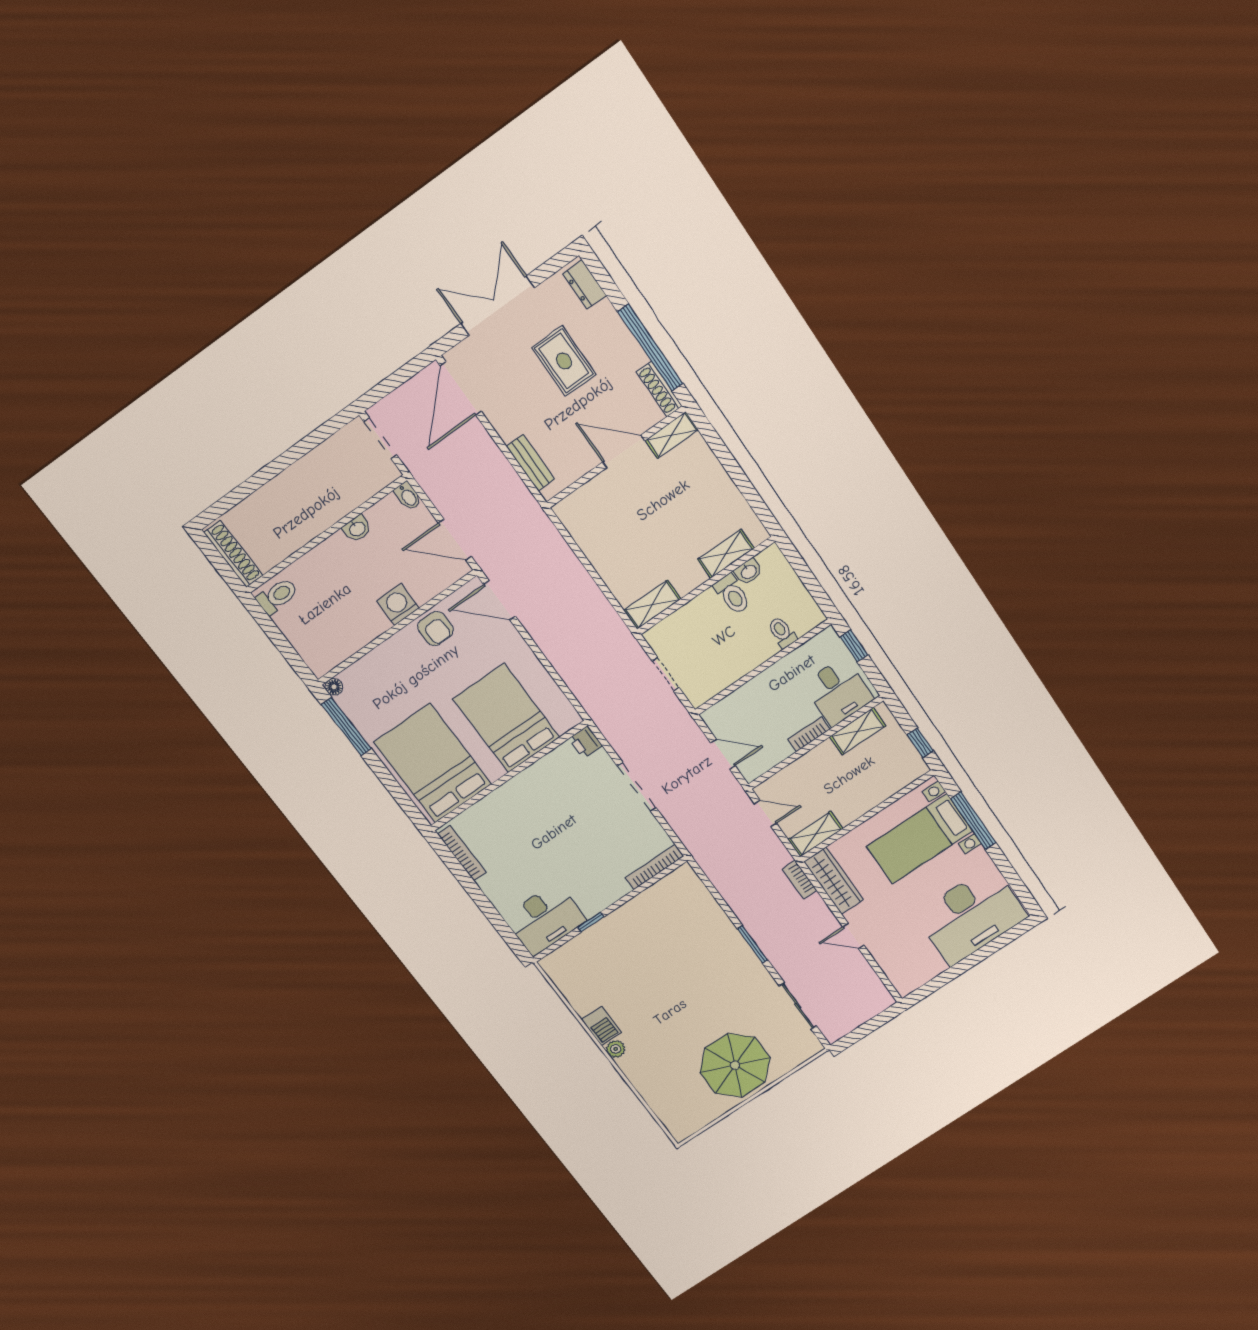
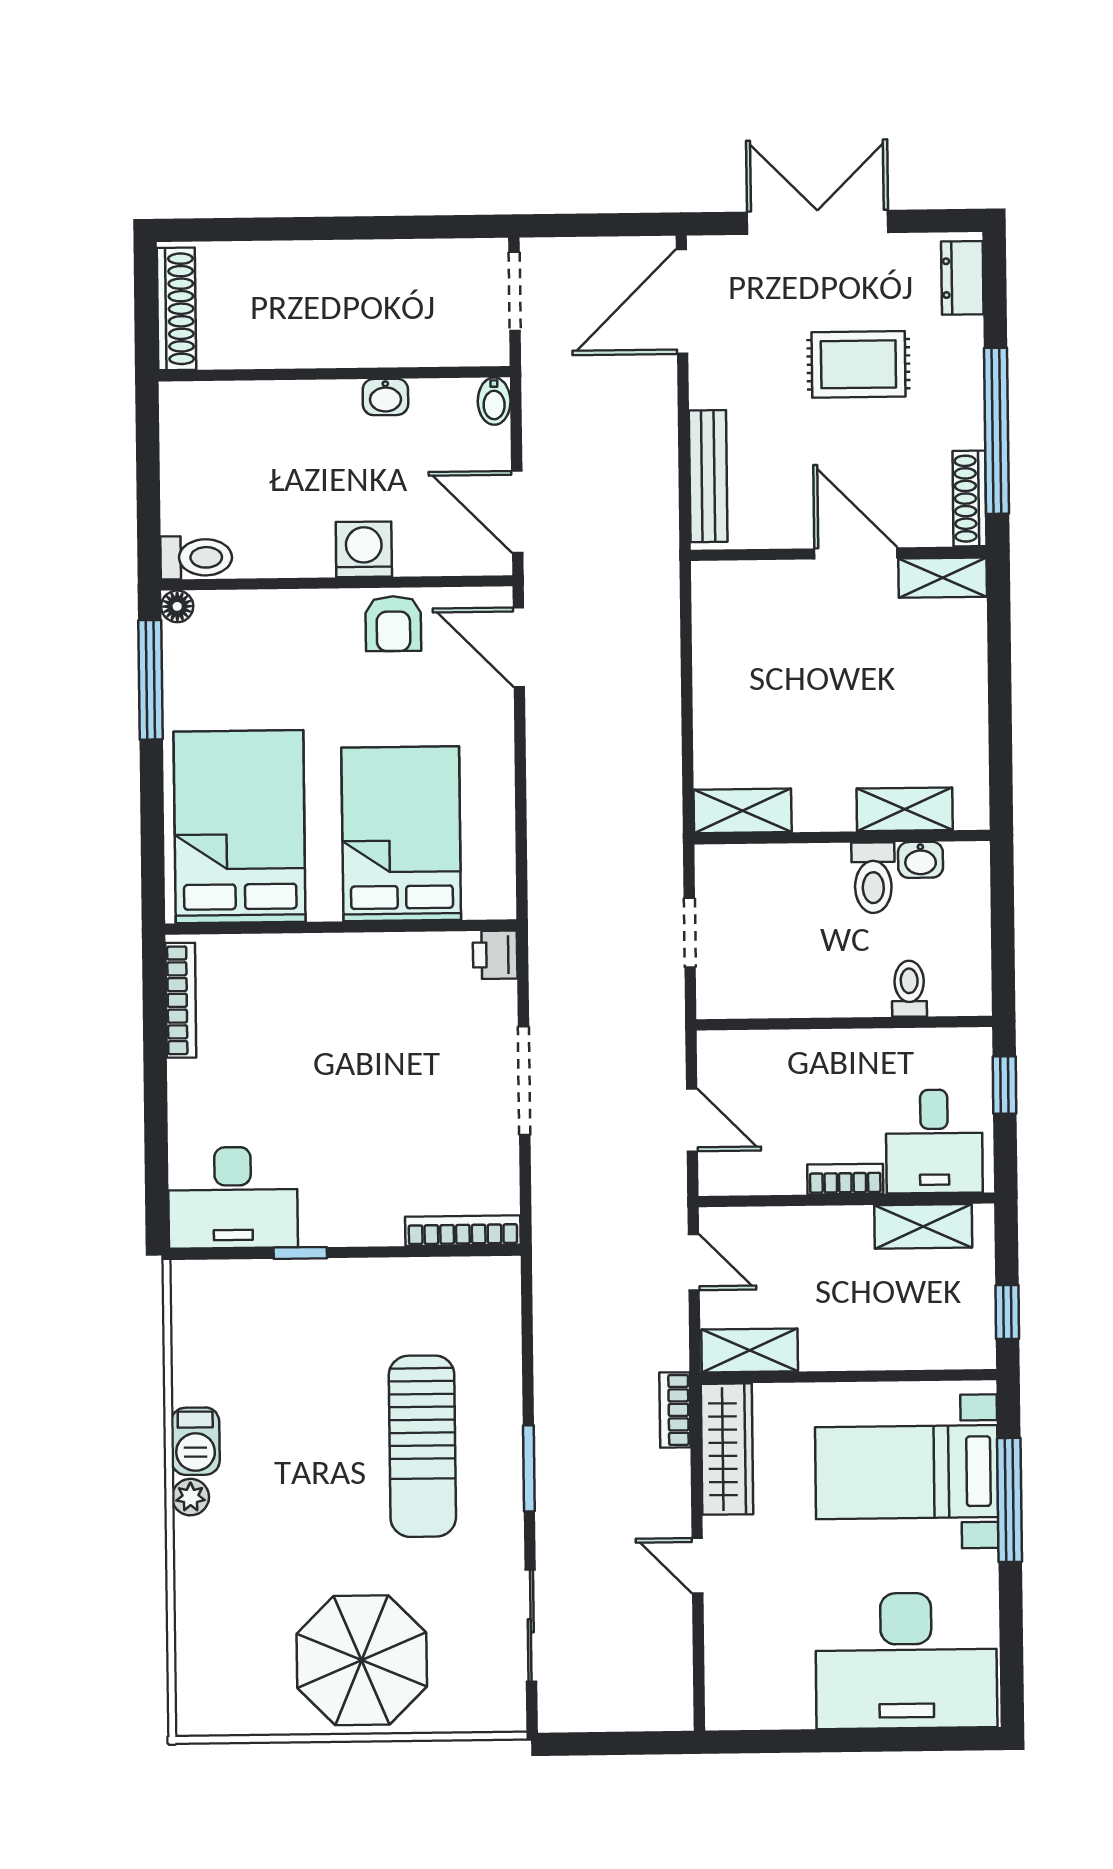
rug: (564, 361) -> (858, 364), turned 90
bench: (531, 463) -> (708, 476), width x1.36
toilet: (277, 596) -> (196, 557), moved
sun lounger: (700, 965) -> (422, 1446), added

